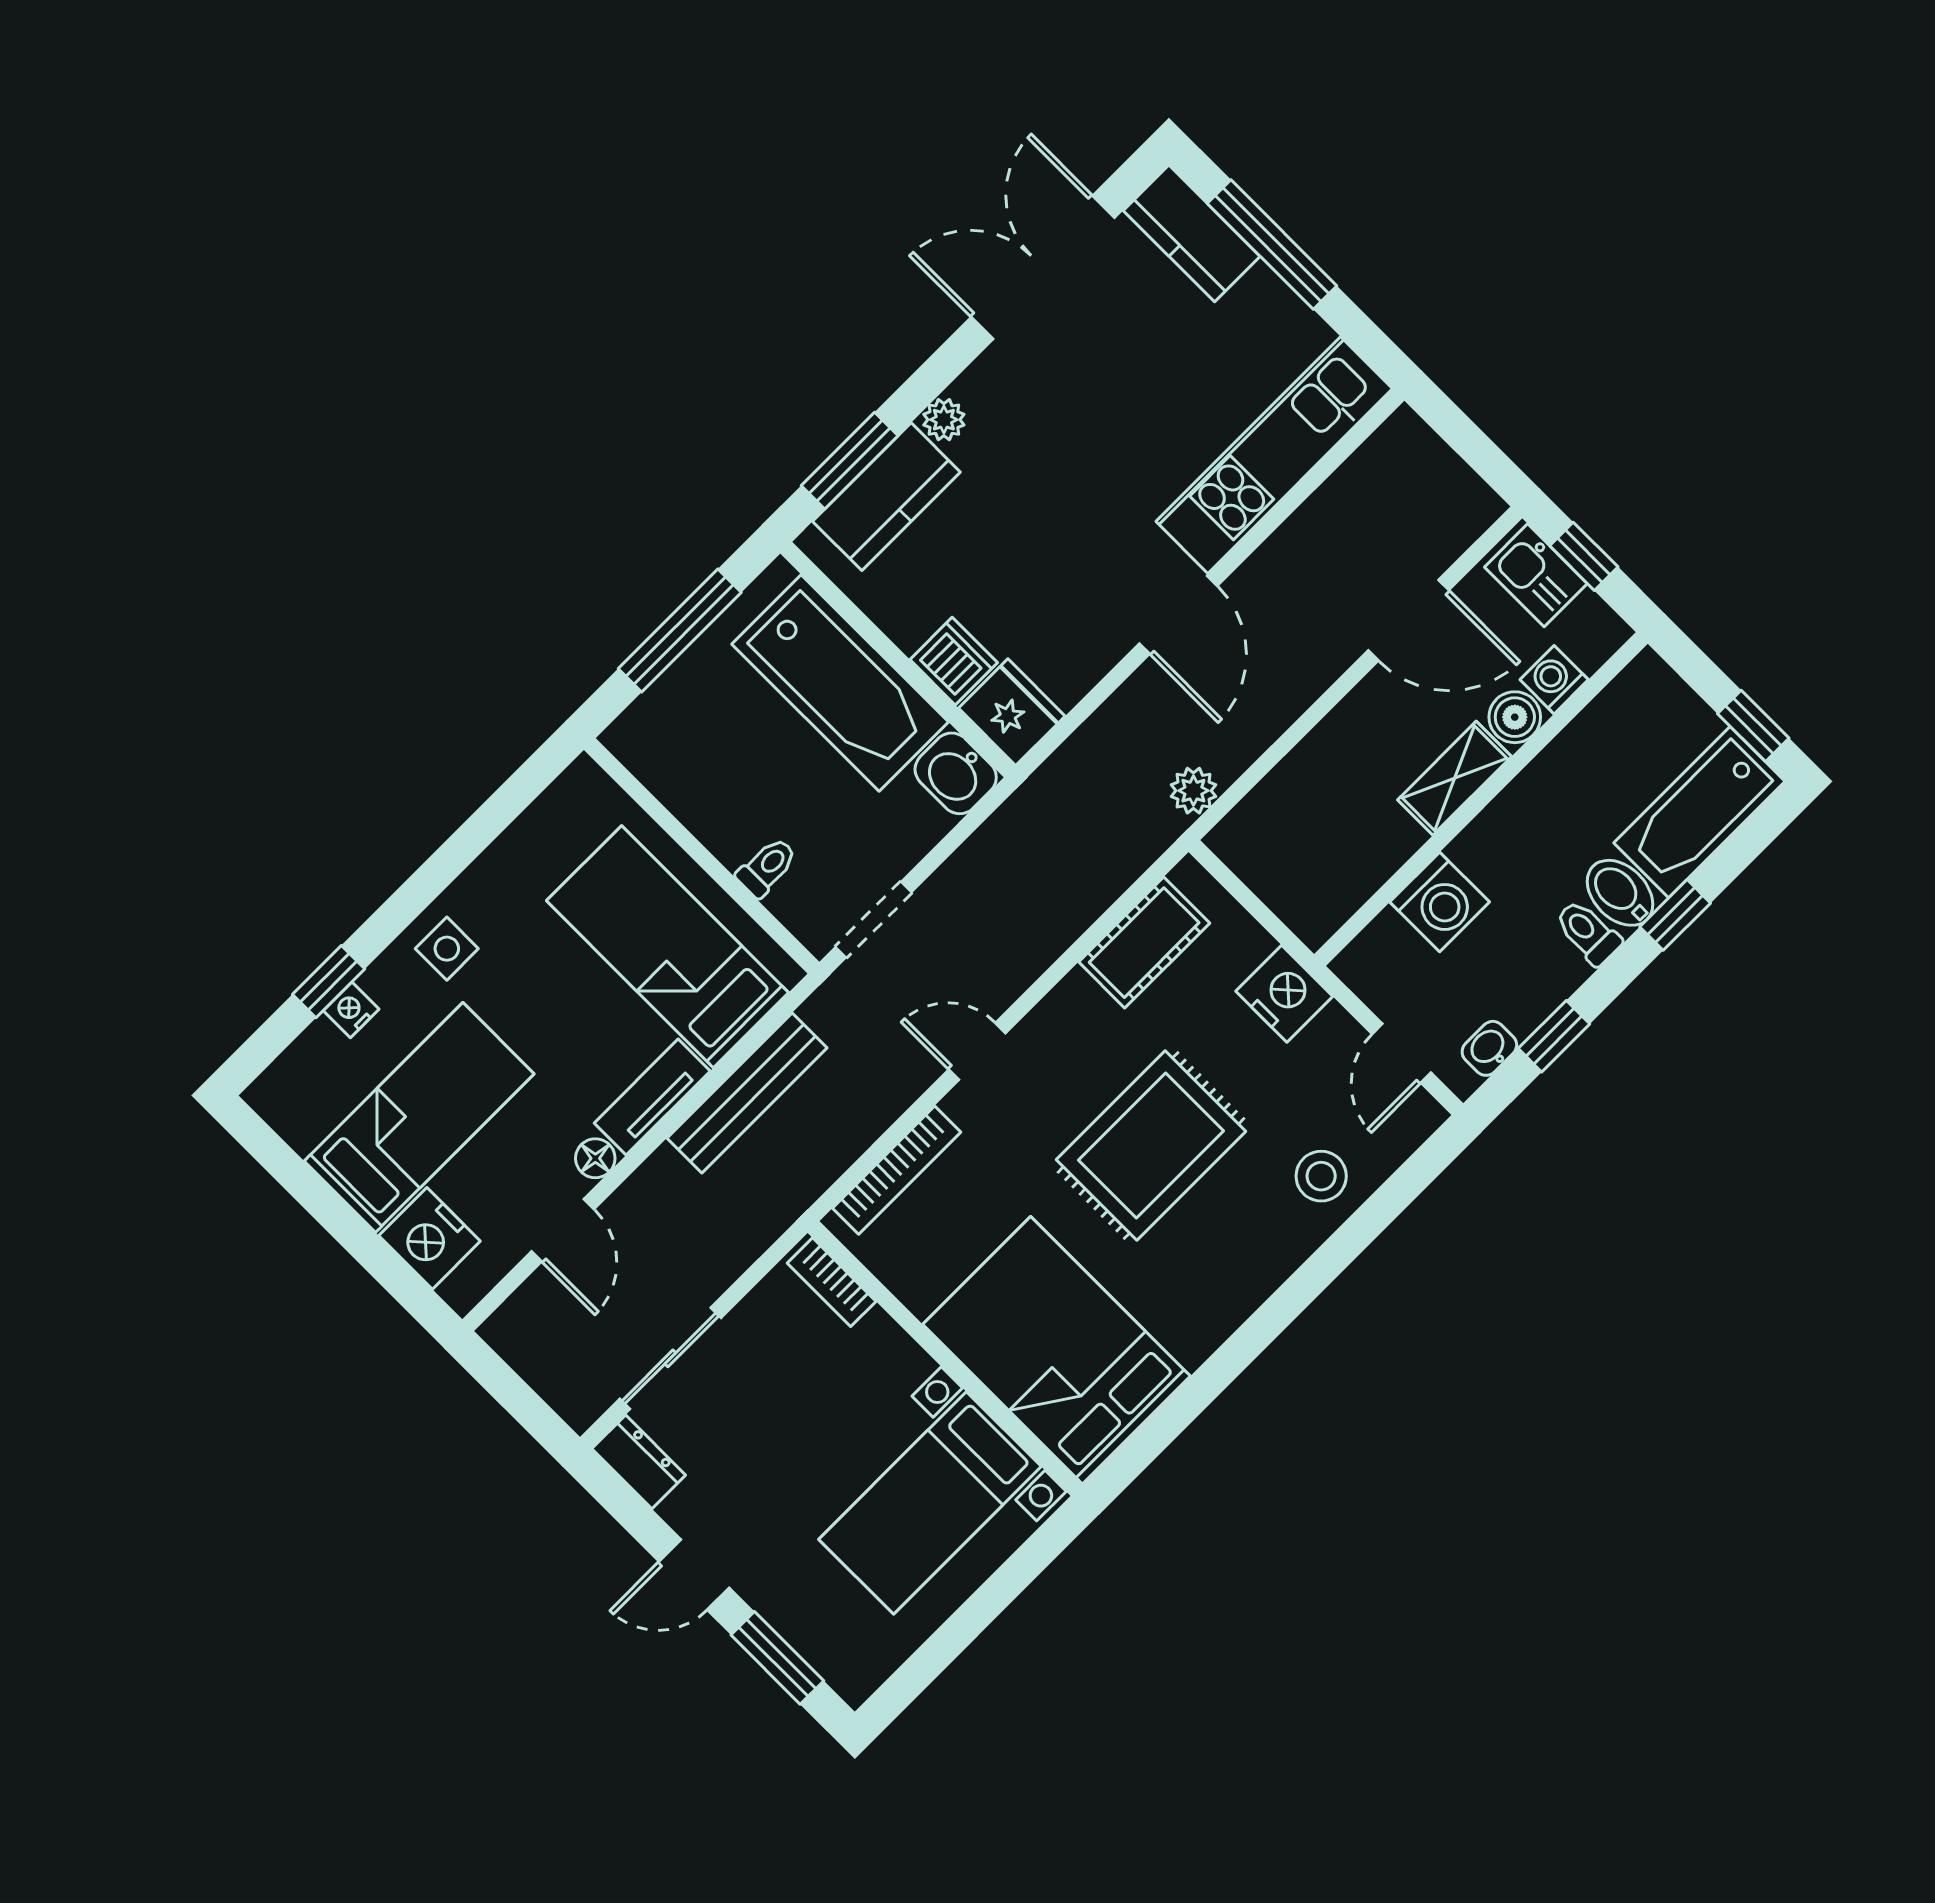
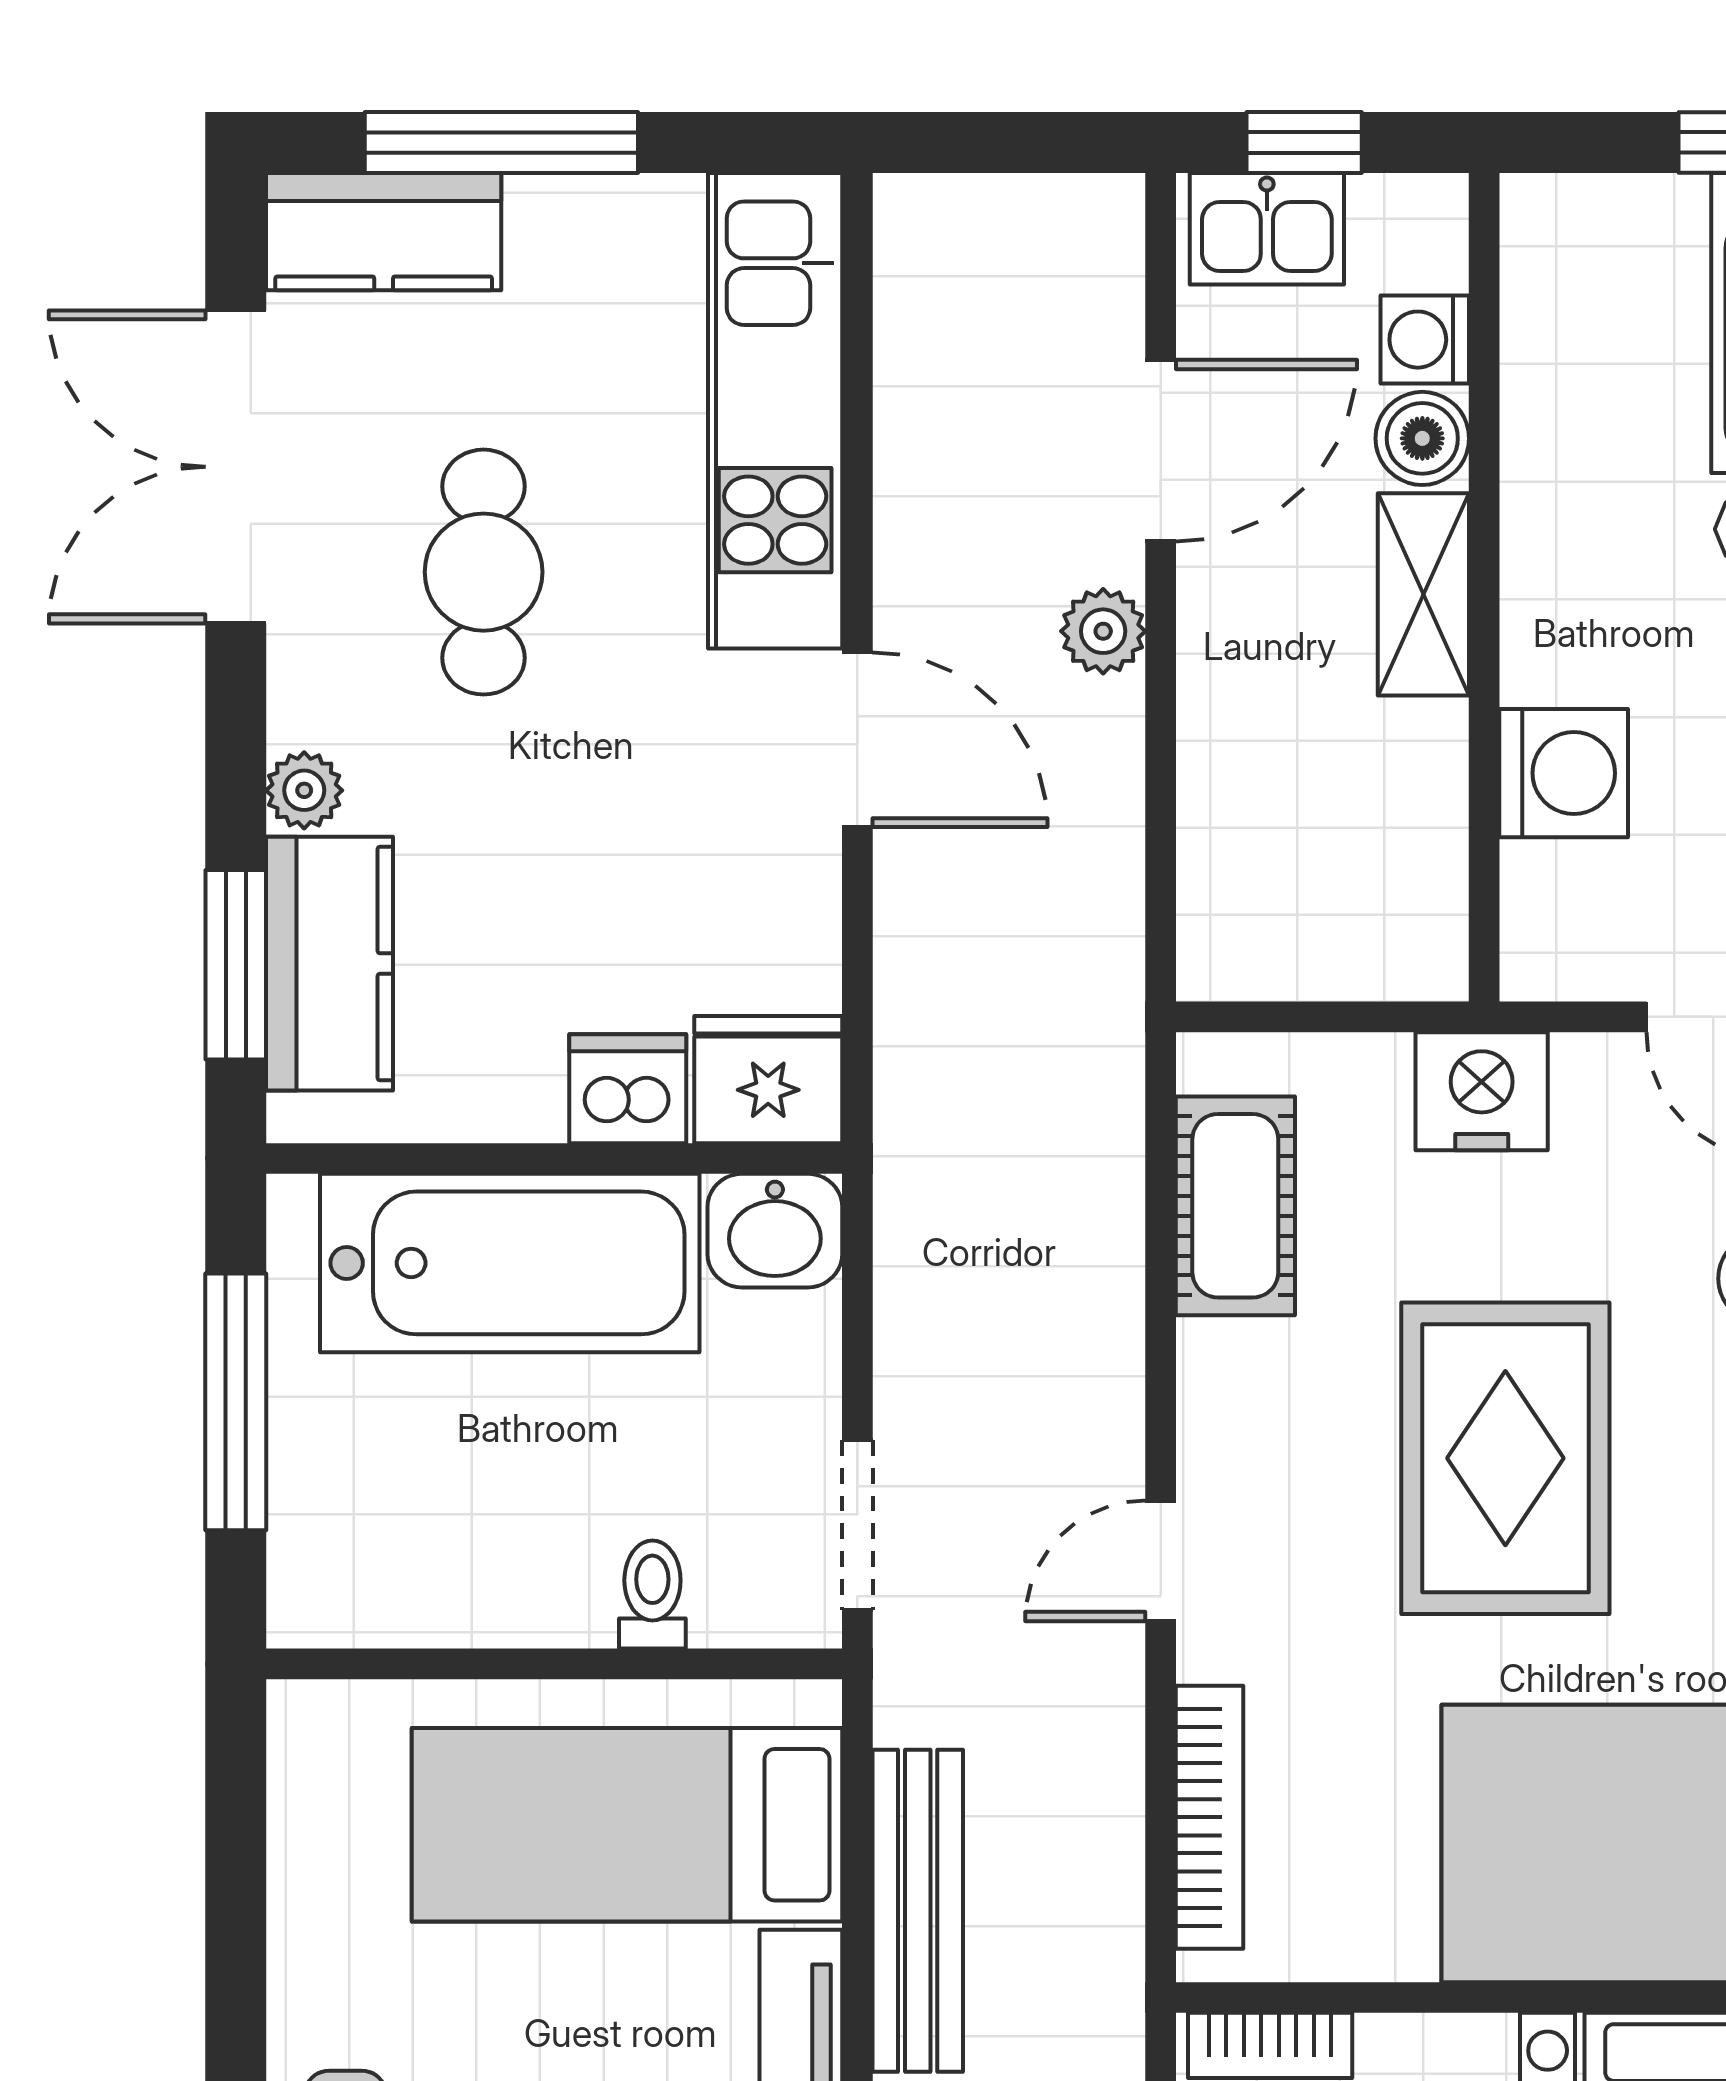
cafe table: (1098, 404) -> (484, 572), added
plant: (1193, 791) -> (1103, 631), moved

